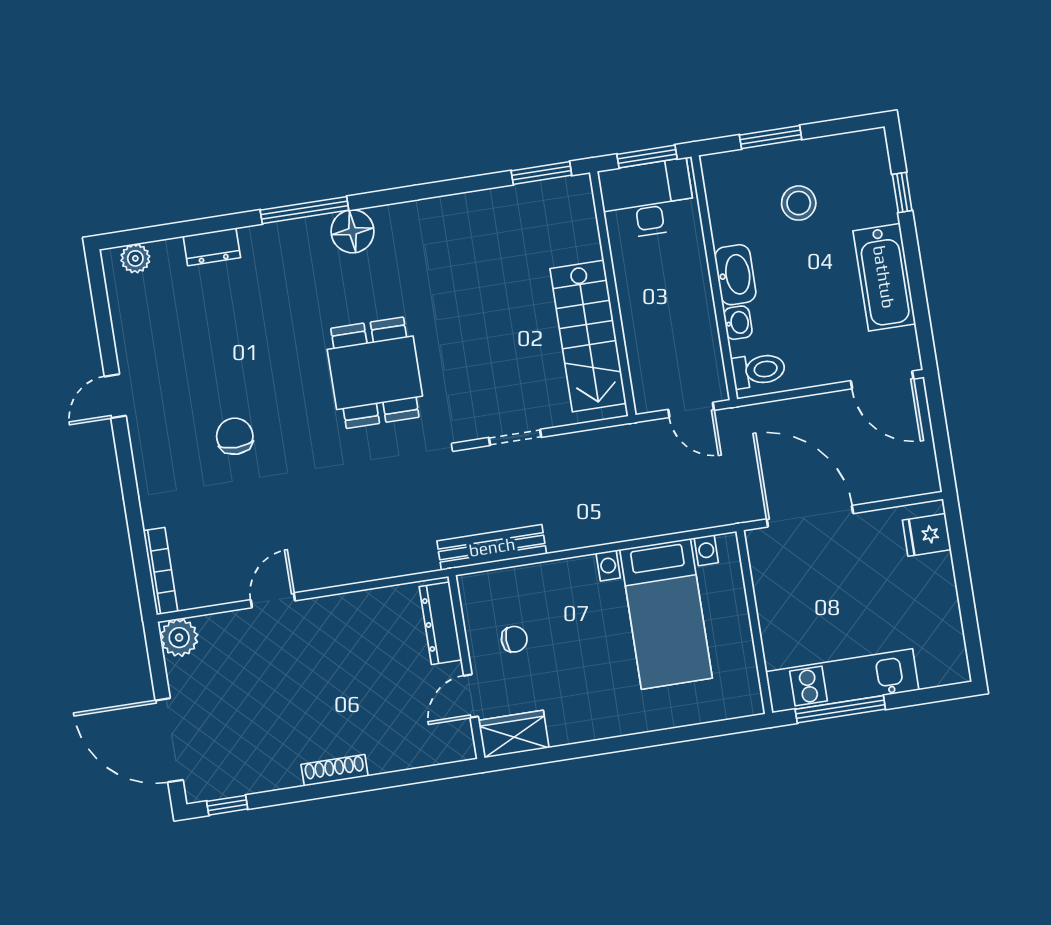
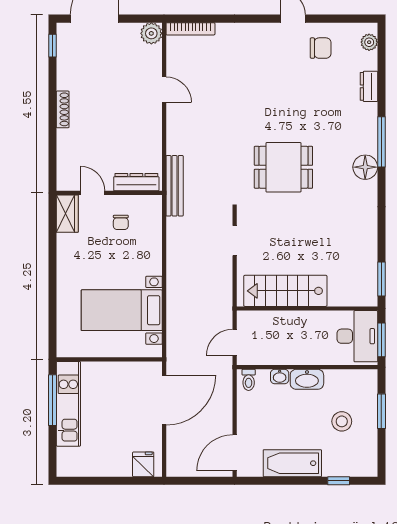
toilet: (758, 370) -> (249, 380), width x0.73, depth x0.72
chair: (235, 436) -> (321, 48), moved
bench: (492, 547) -> (175, 186), moved

